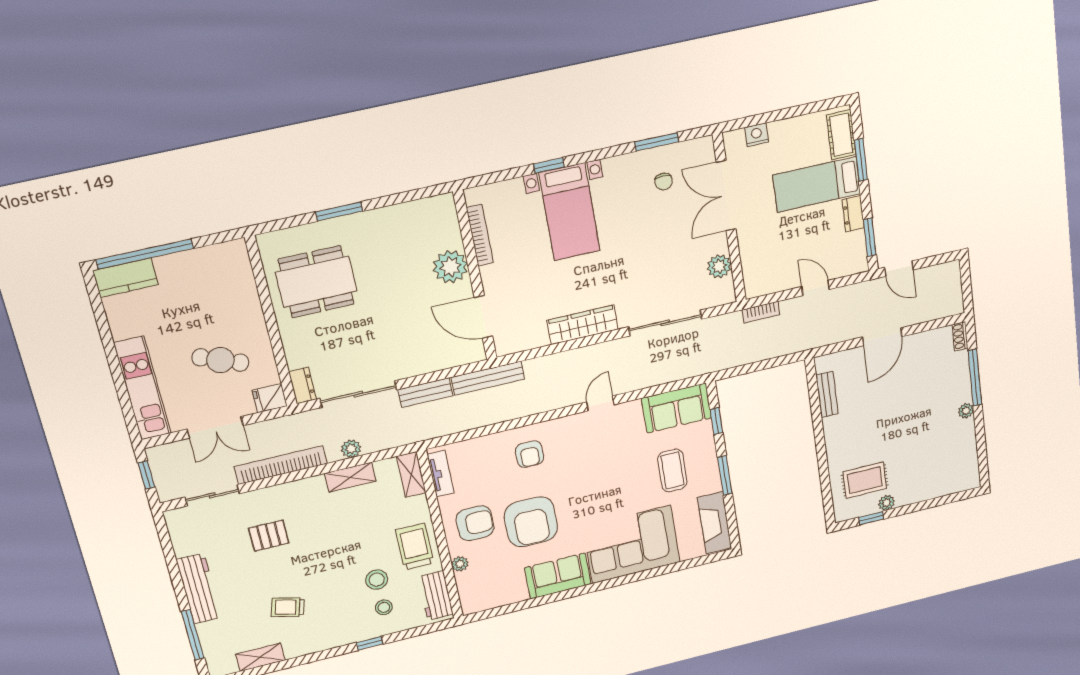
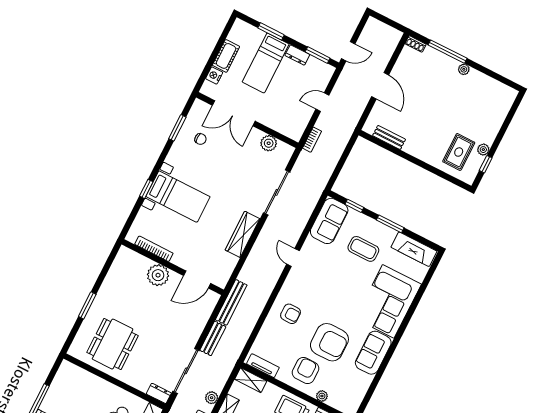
cot: (841, 135) -> (226, 56), moved, turned 90

